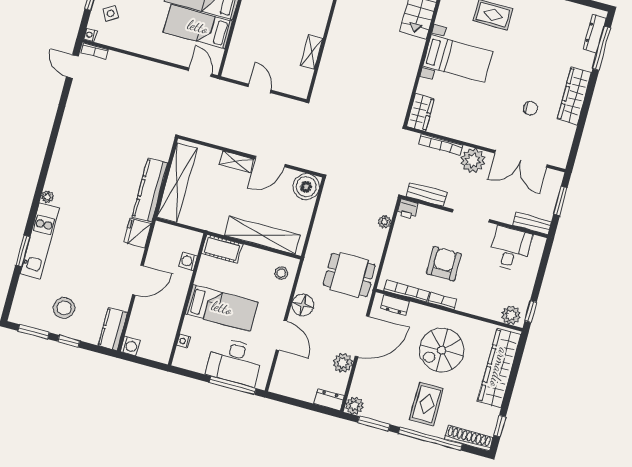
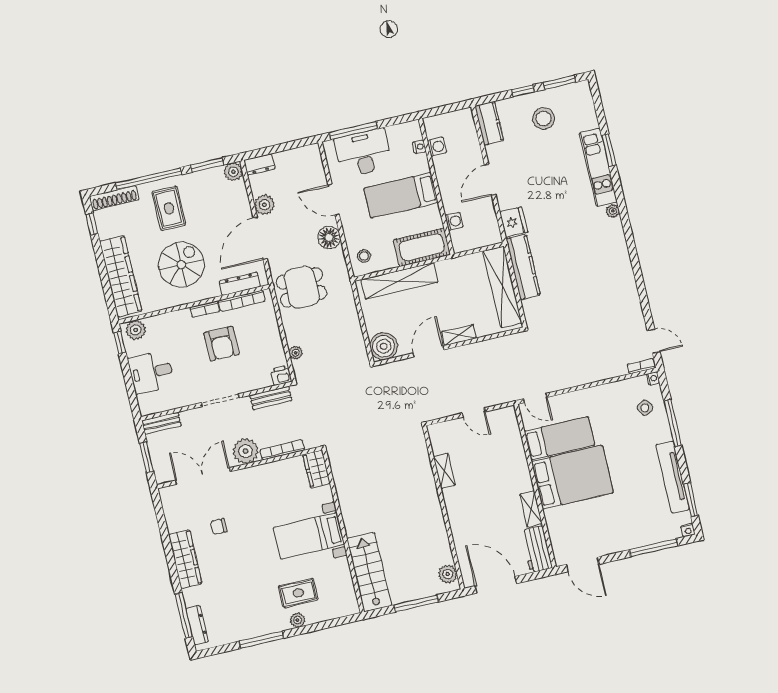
cot: (222, 249) -> (422, 247), width x1.37, depth x1.34
desk: (510, 249) -> (151, 372), moved, turned 90
dresser: (395, 305) -> (240, 284), width x1.44
washing machine: (130, 346) -> (437, 147), moved, turned 180

